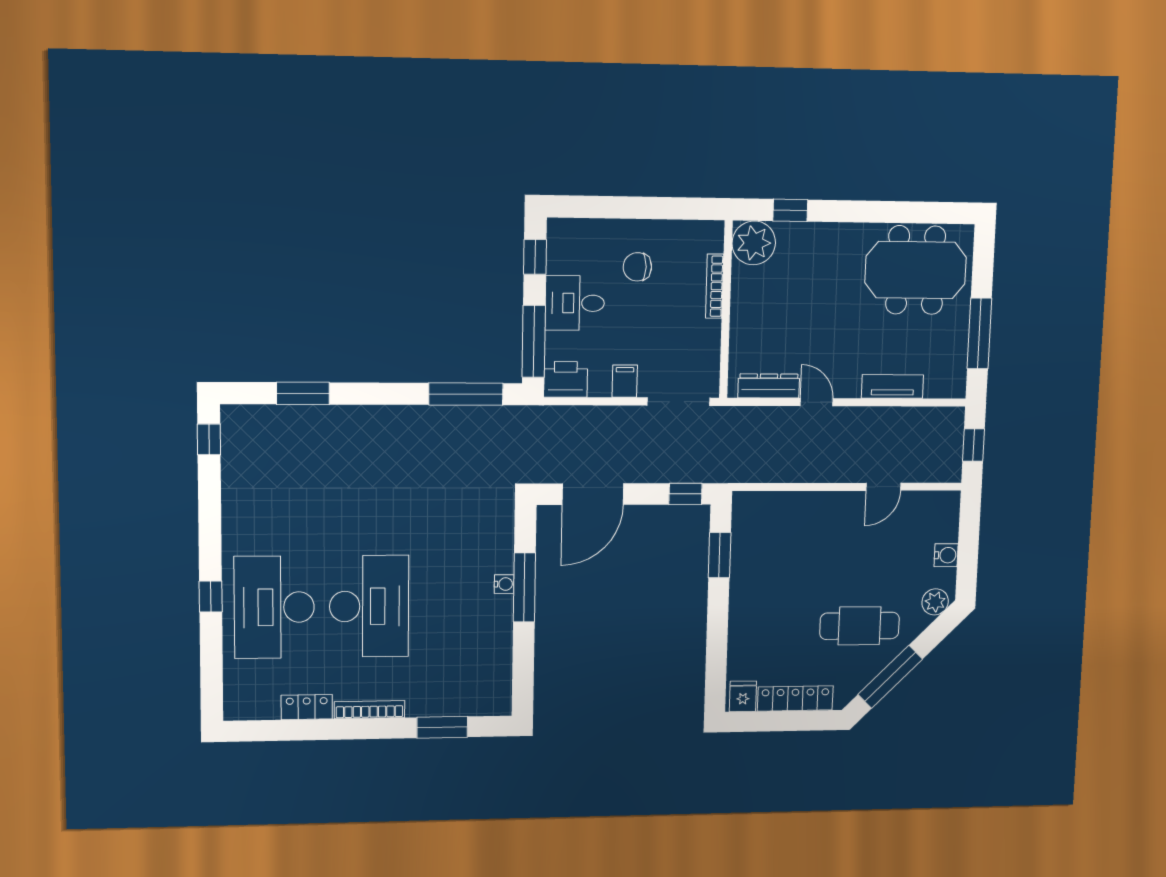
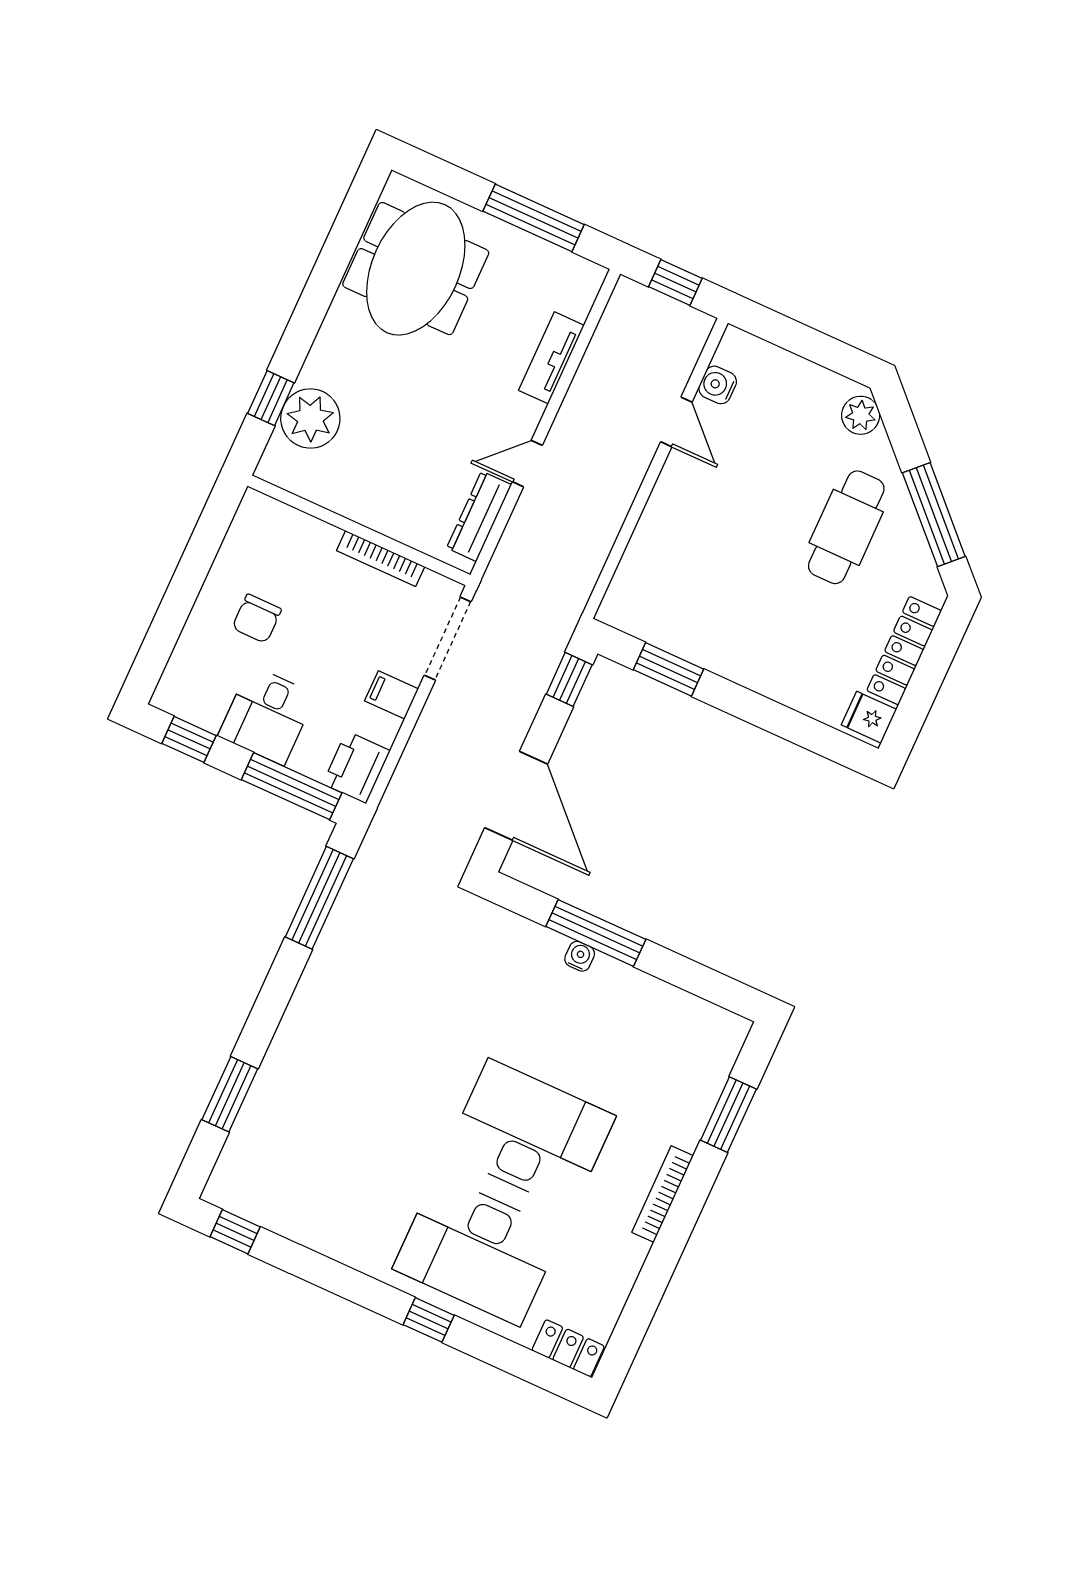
plant: (754, 243) -> (310, 418), moved
bookcase: (715, 286) -> (381, 559), moved
water cooler: (946, 555) -> (718, 385), moved, turned -90
locker: (307, 707) -> (568, 1348), moved, turned 90

